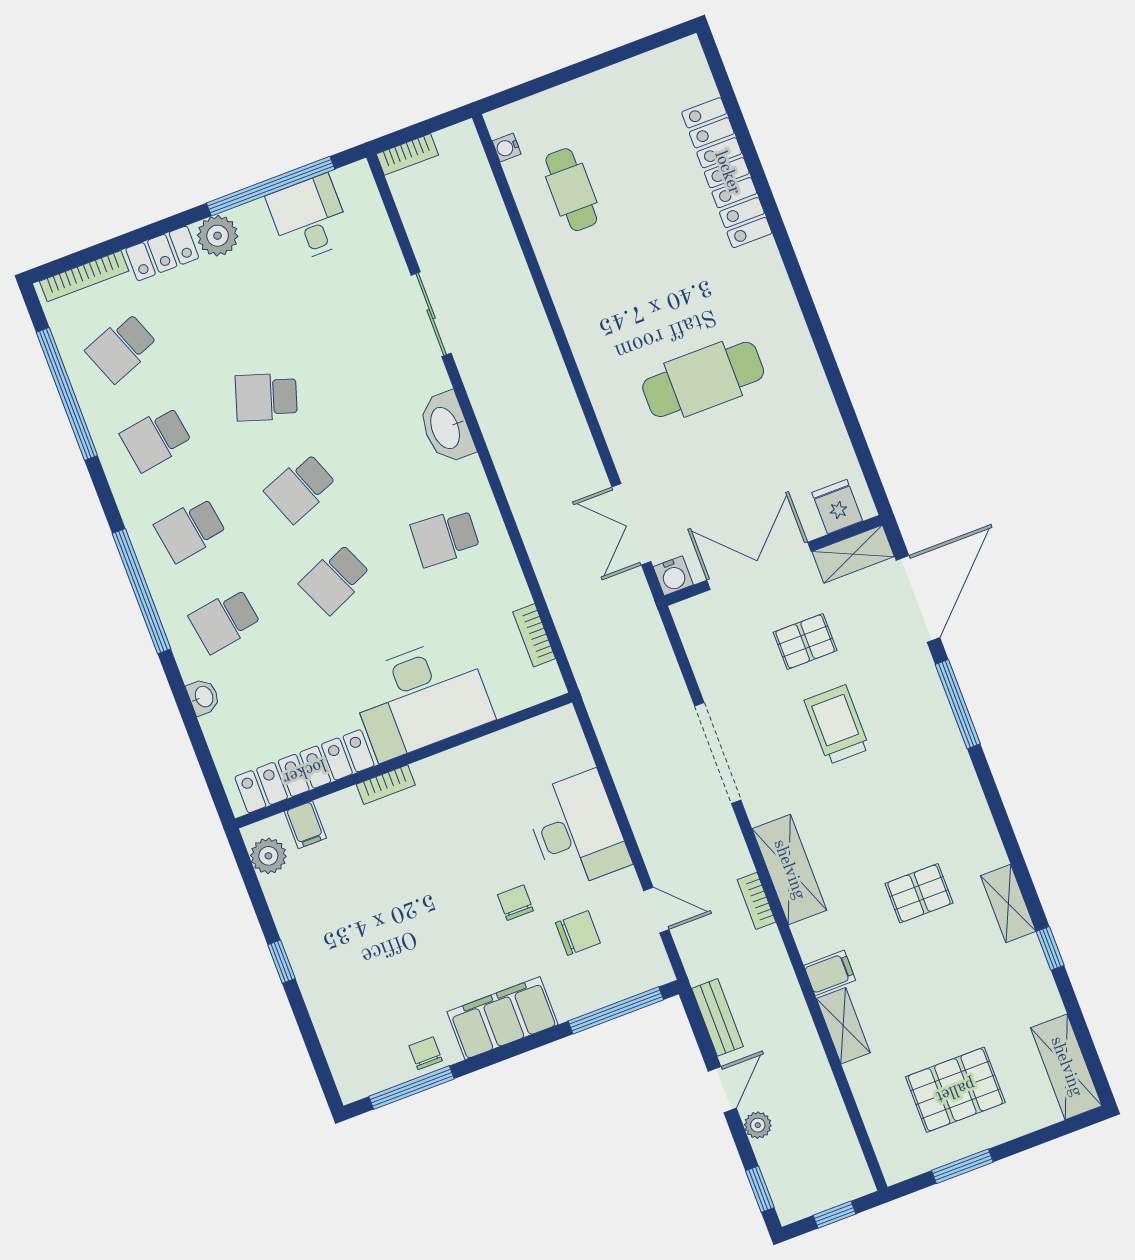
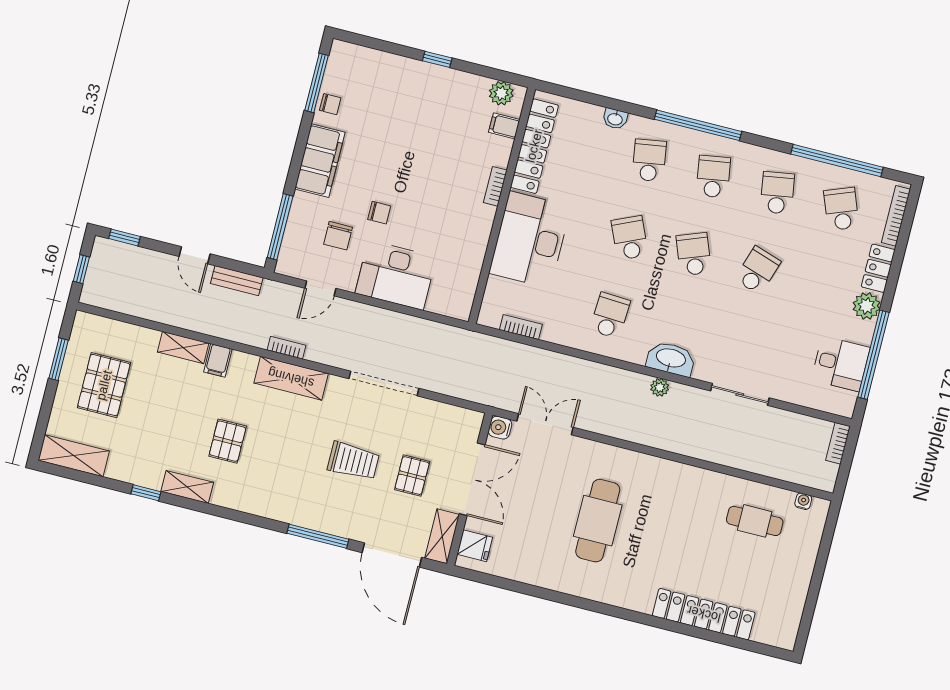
plant: (758, 1125) -> (660, 387), moved

